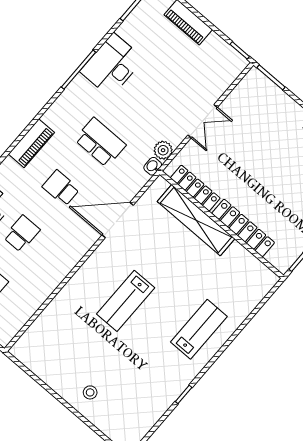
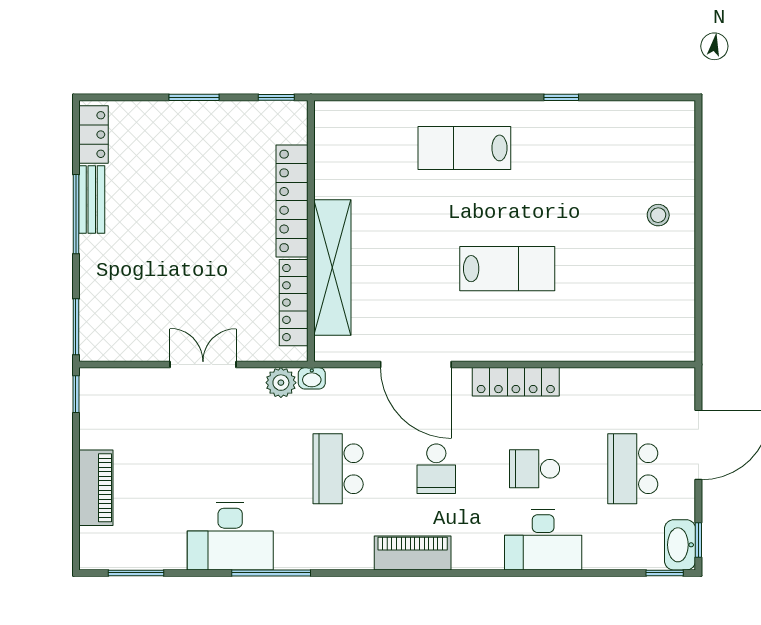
locker: (70, 260) -> (516, 382), added

